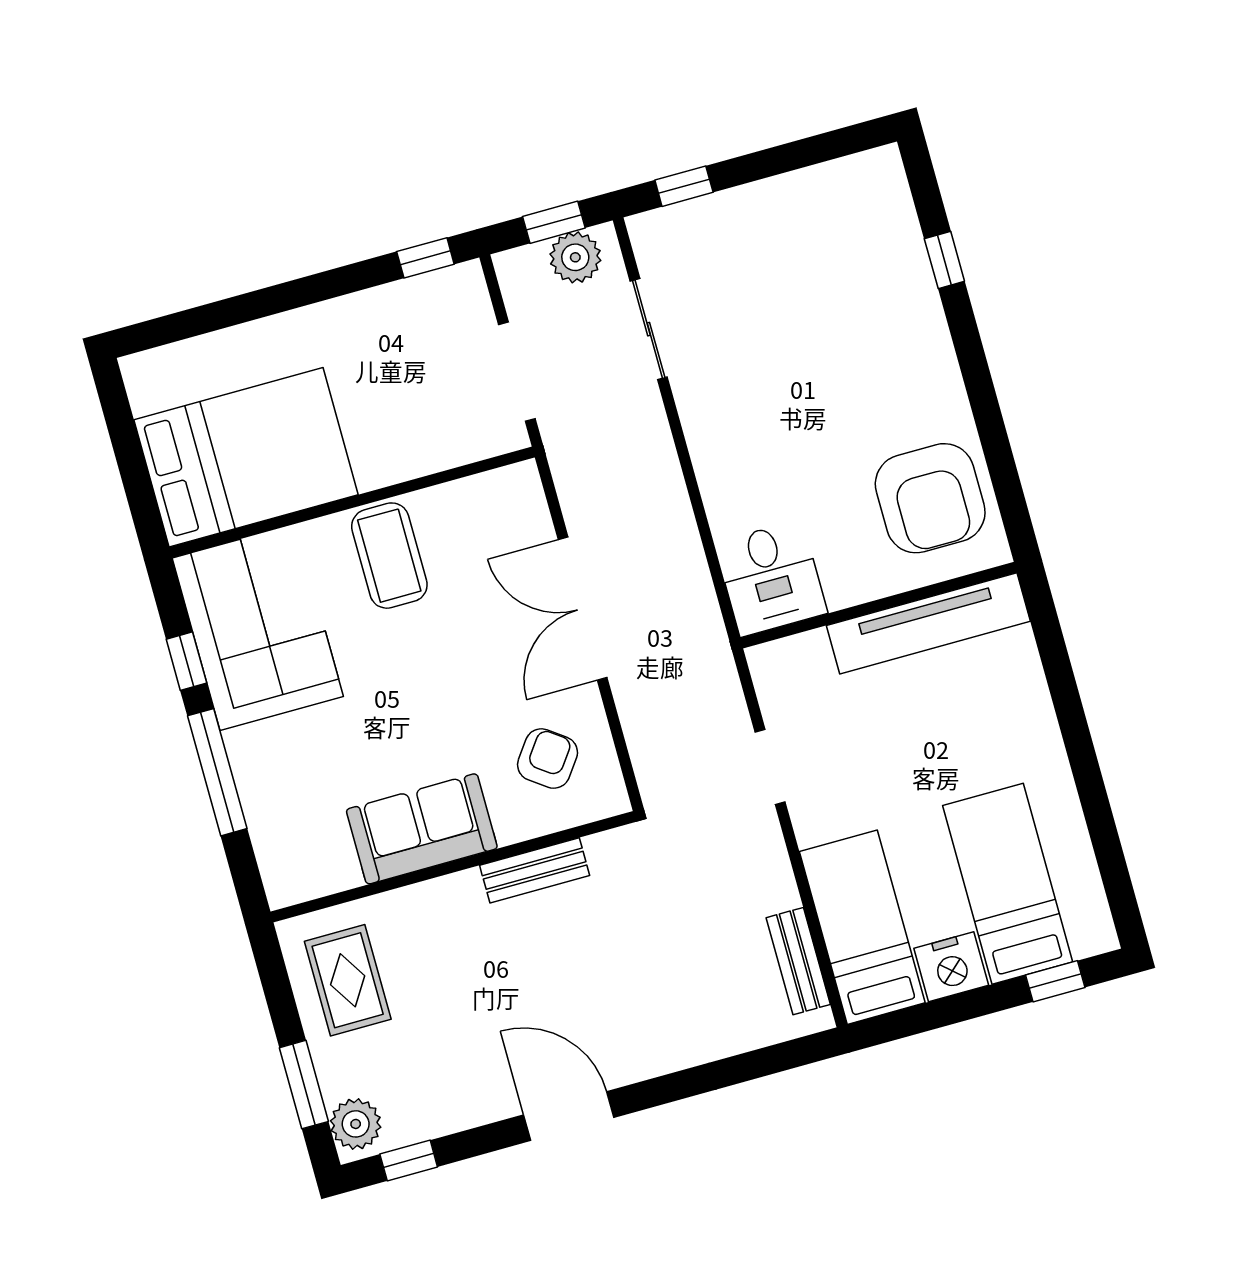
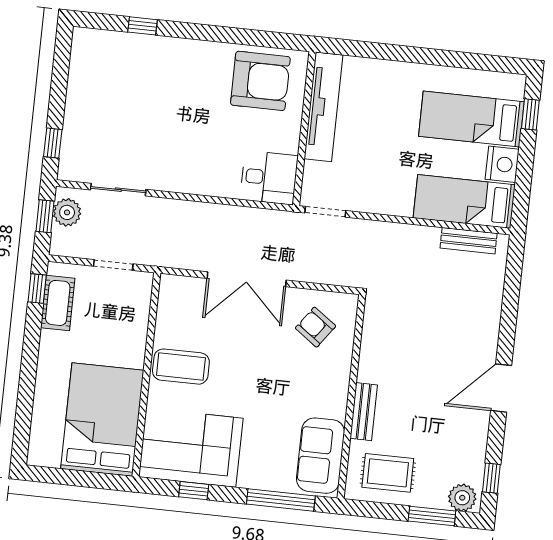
cot: (415, 303) -> (58, 303), added
doorway: (517, 372) -> (113, 265), width x0.73
doorway: (770, 767) -> (325, 212), moved
window: (217, 772) -> (281, 500), moved
sofa: (422, 829) -> (321, 456), moved
bench: (535, 870) -> (364, 412), moved

